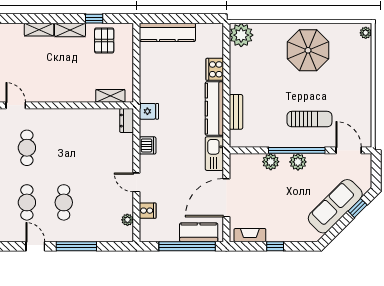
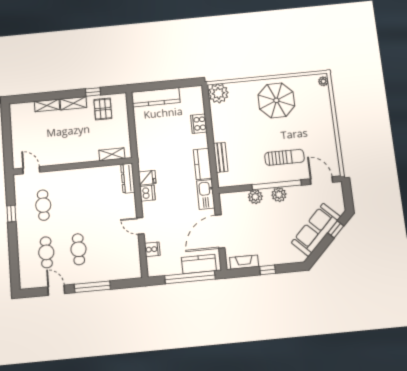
kitchen counter: (214, 109) -> (203, 164), width x0.67
fridge: (149, 111) -> (147, 178), moved
dresser: (127, 121) -> (128, 178), width x1.44
plant: (127, 220) -> (135, 259), removed

